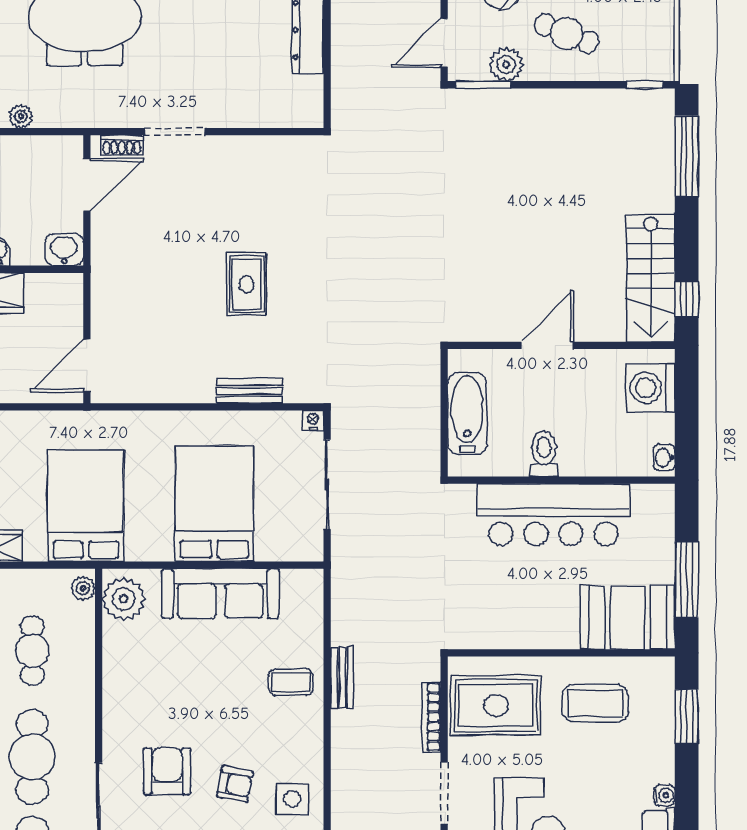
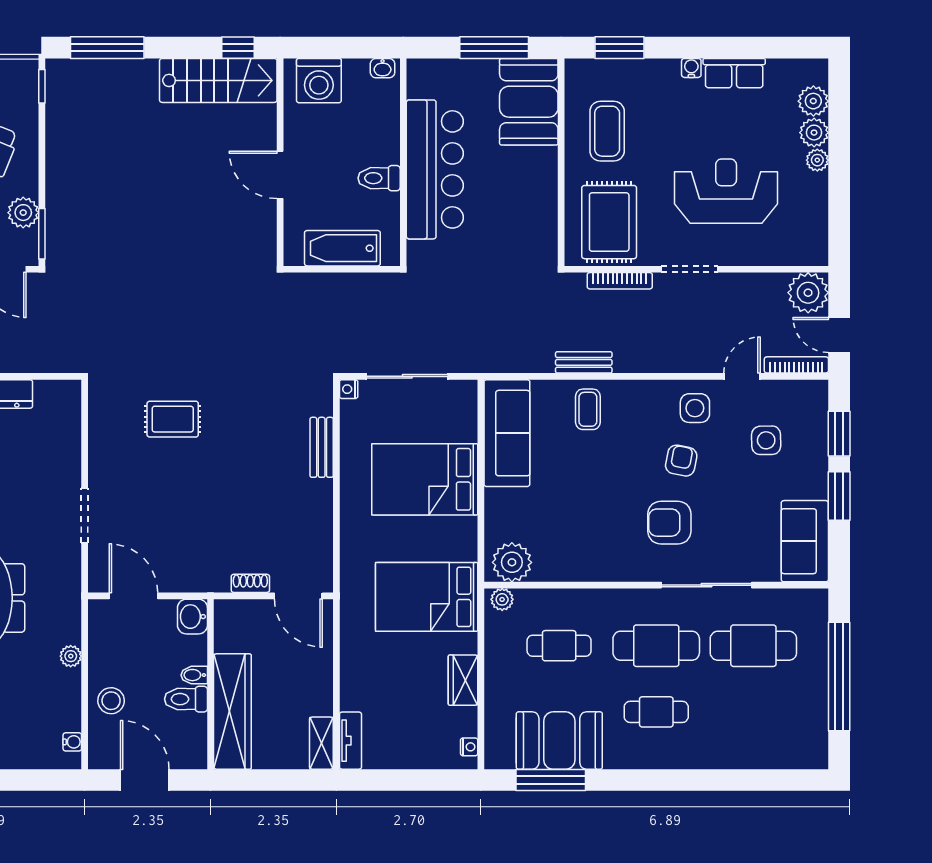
shoe rack: (122, 145) -> (250, 583), moved, turned -90
rug: (247, 284) -> (173, 419), moved
sofa: (220, 593) -> (507, 433), moved

